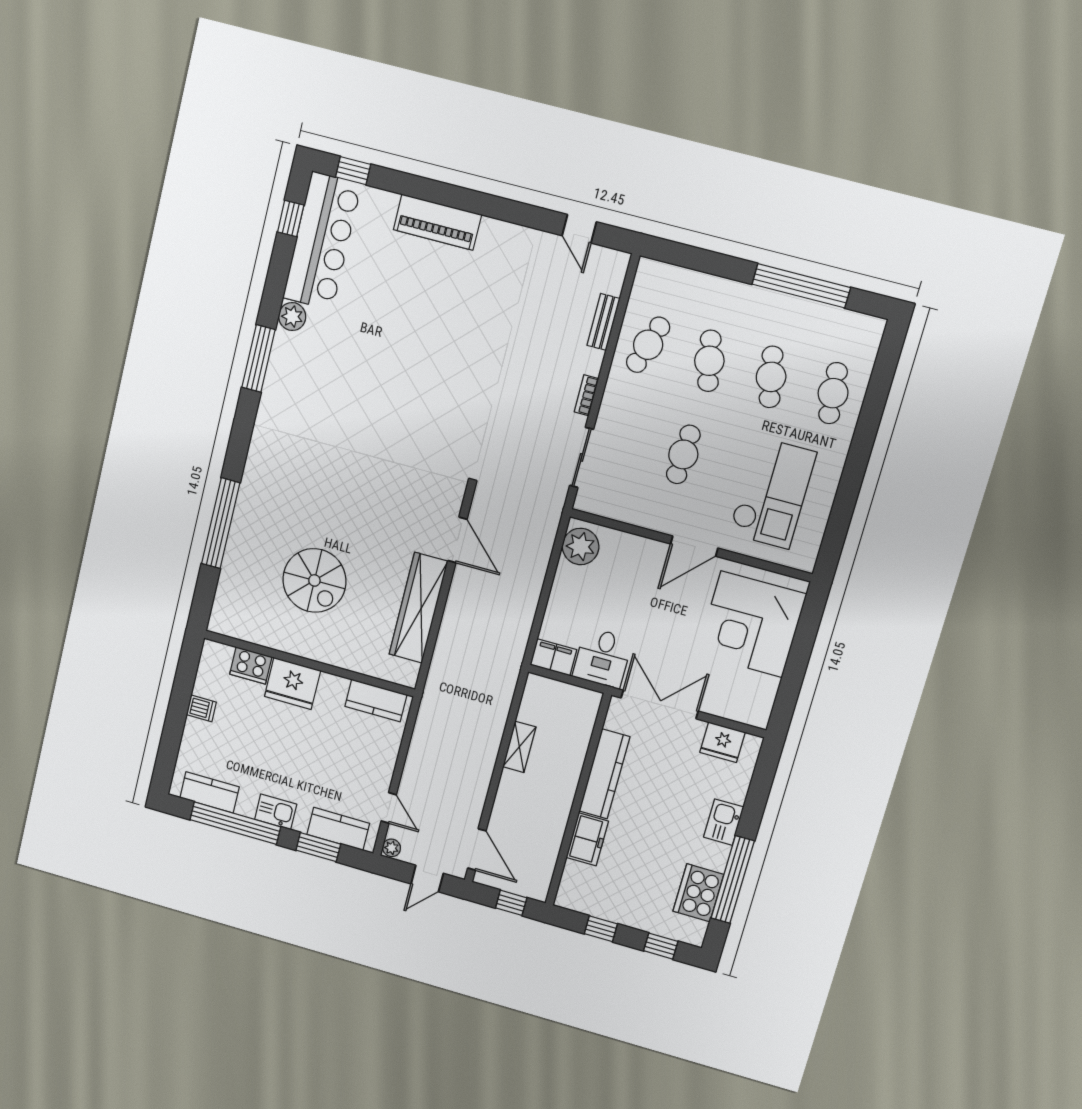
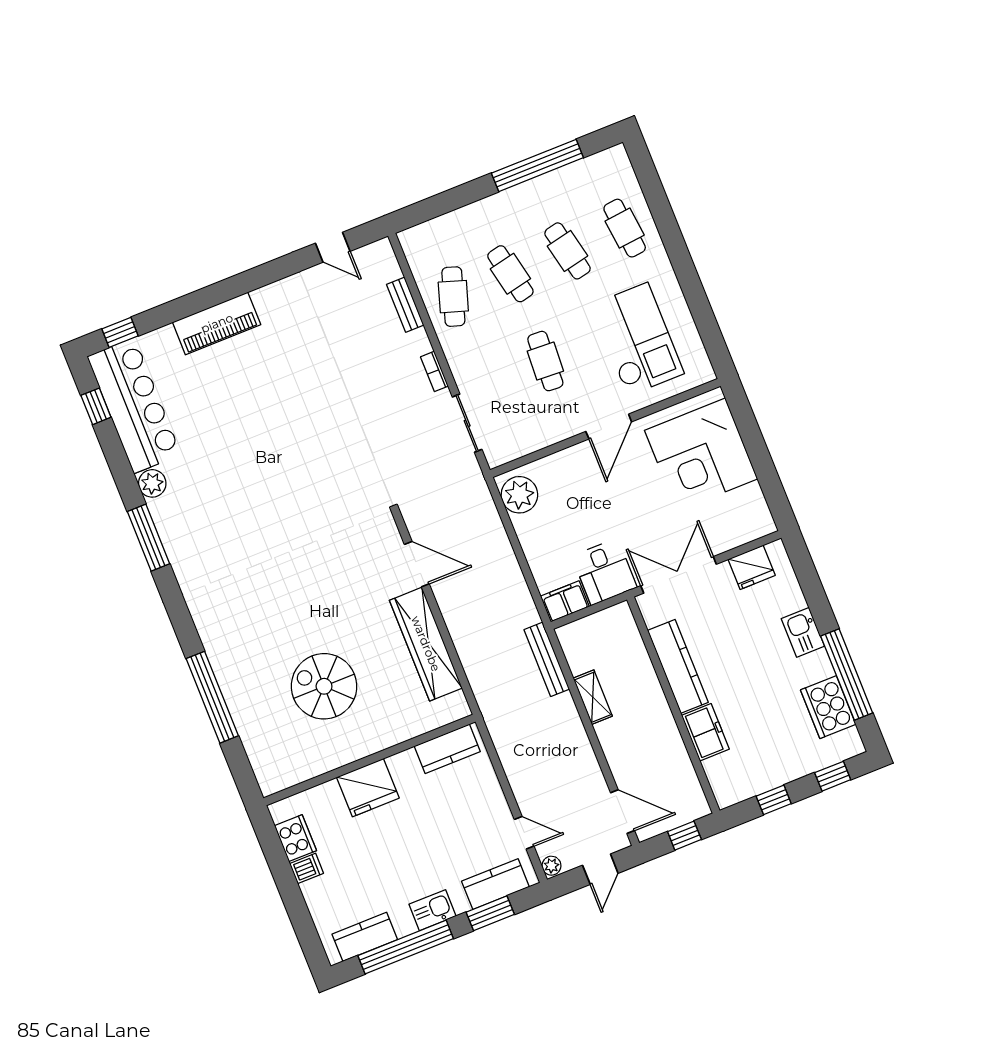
spiral stairs: (314, 580) -> (324, 686), turned 180
cooker: (251, 665) -> (295, 838), moved, turned -90
bench: (505, 691) -> (547, 659), added

